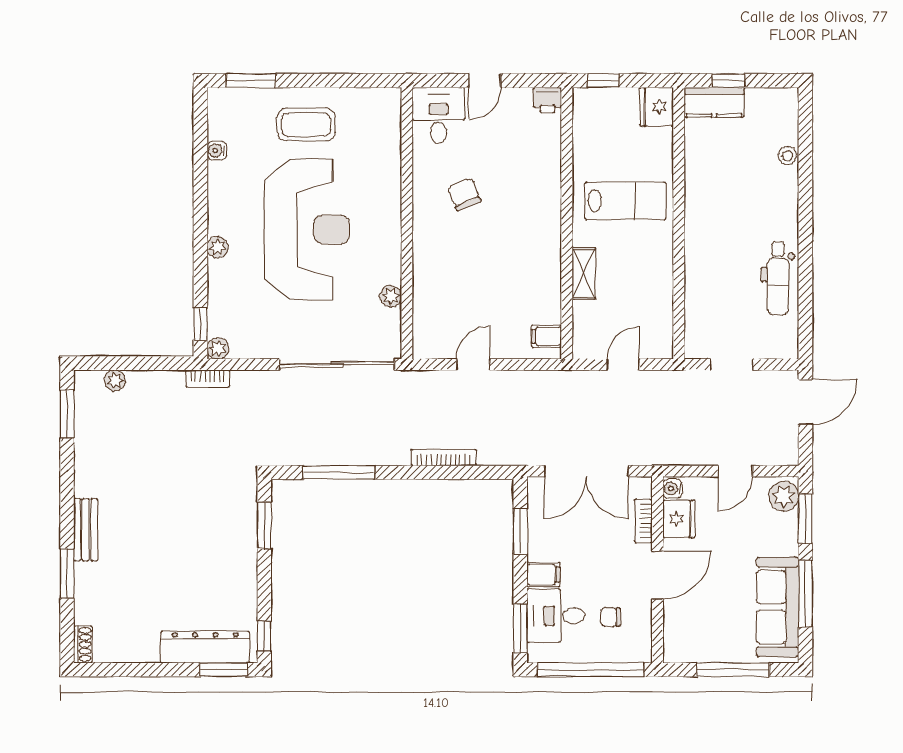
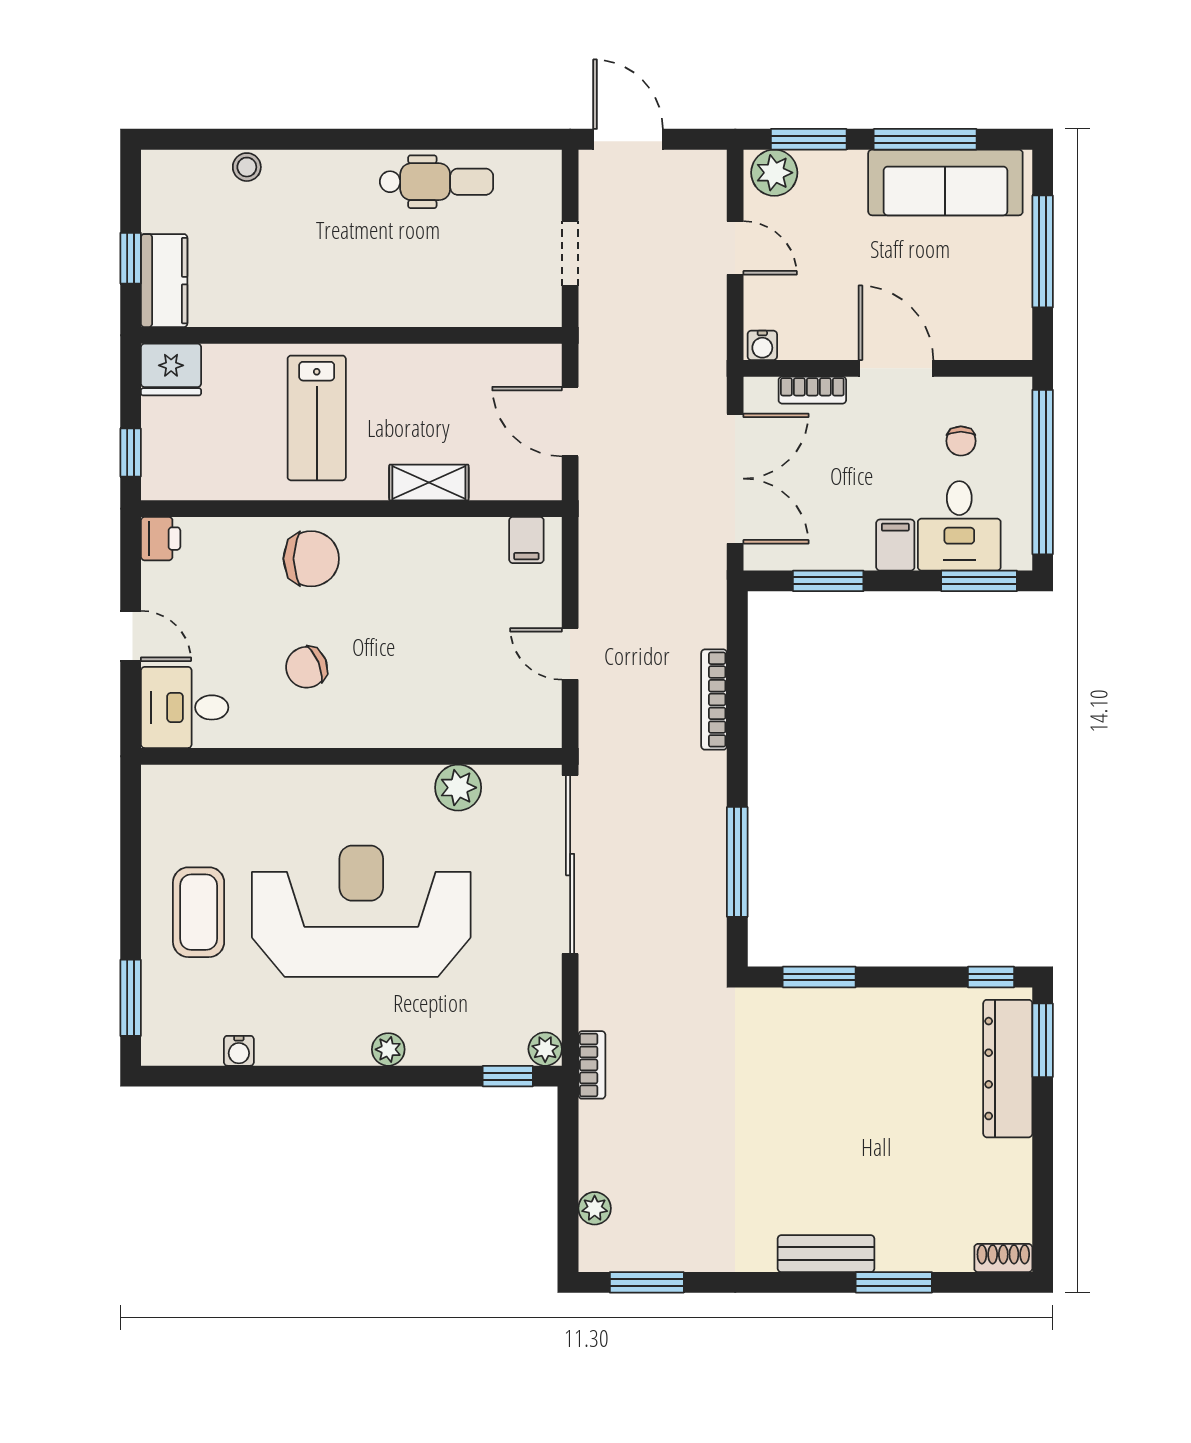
chair: (534, 197) -> (311, 559), added
lab bench: (625, 201) -> (317, 418), turned 180
plant: (391, 296) -> (458, 788), width x1.38, depth x1.38
door: (623, 364) -> (570, 422), width x1.37
fridge: (679, 519) -> (809, 335), removed

